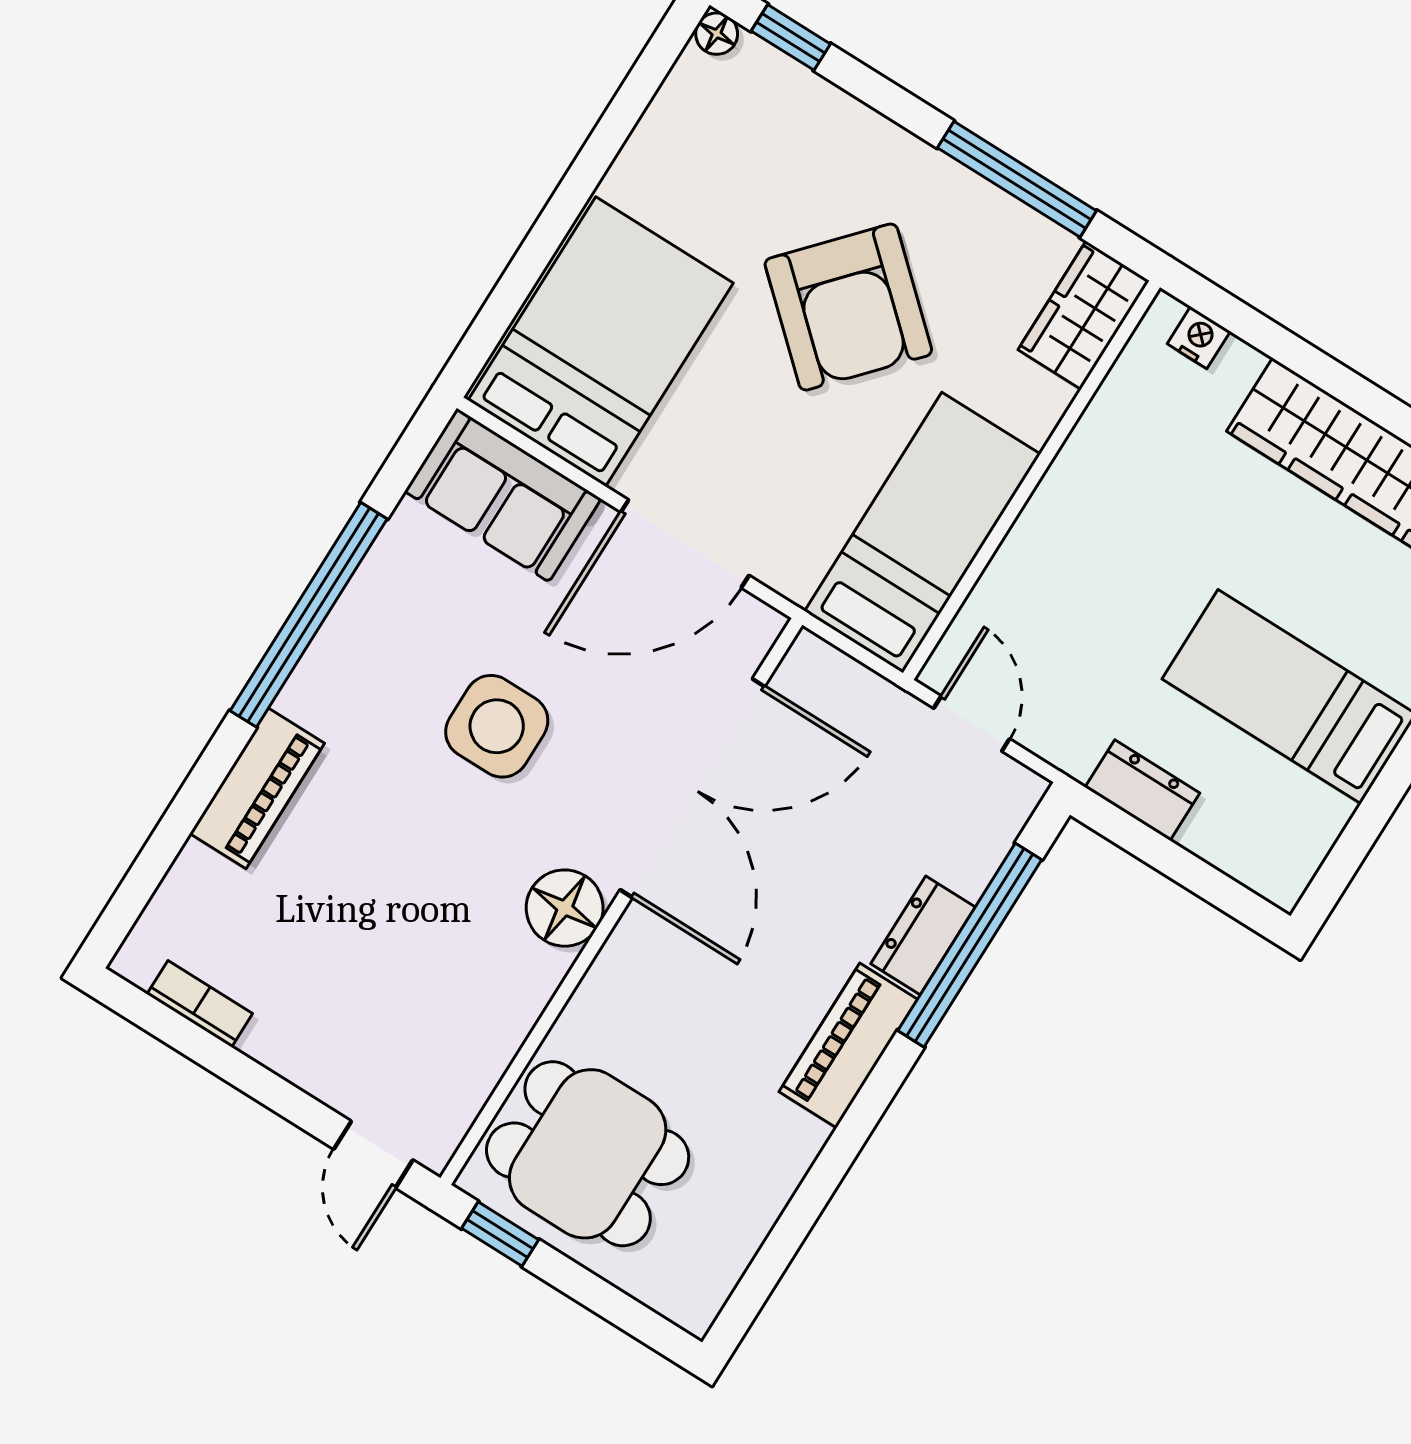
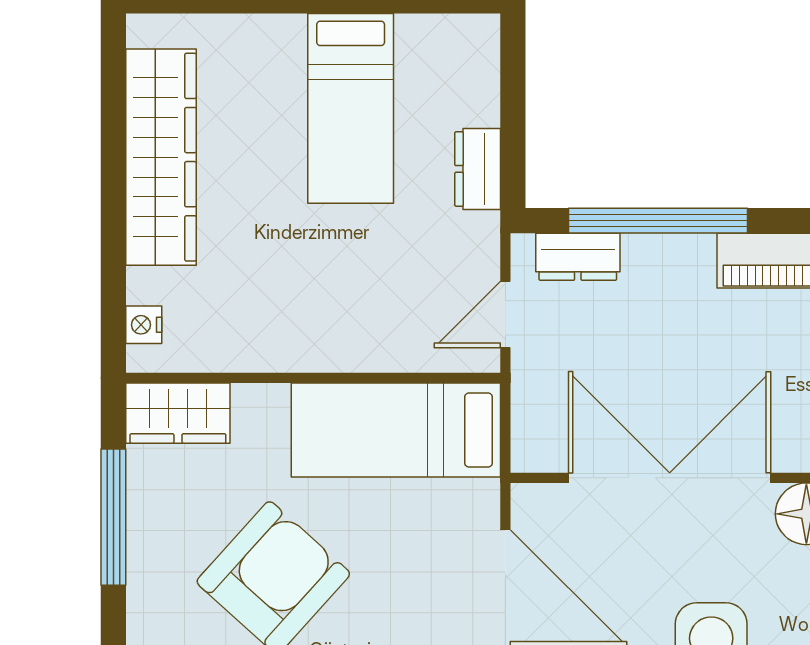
dresser: (923, 935) -> (578, 257), moved

